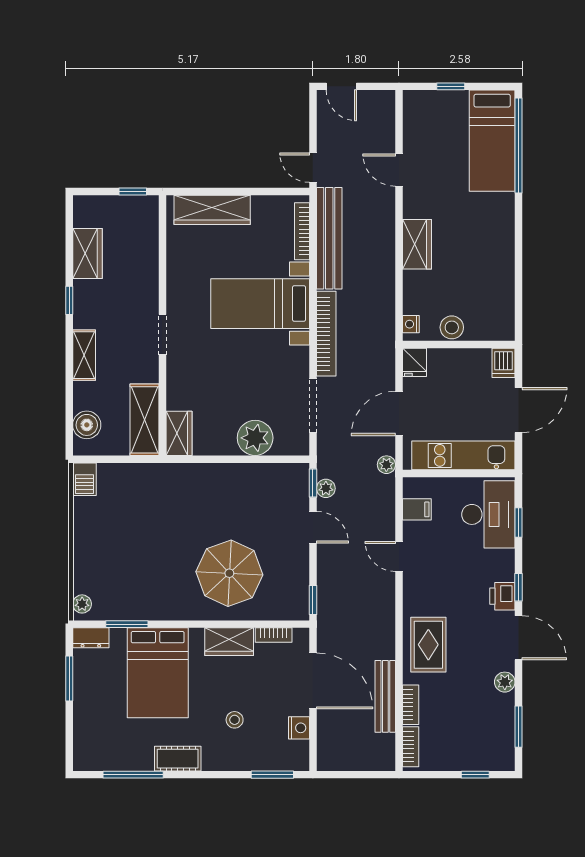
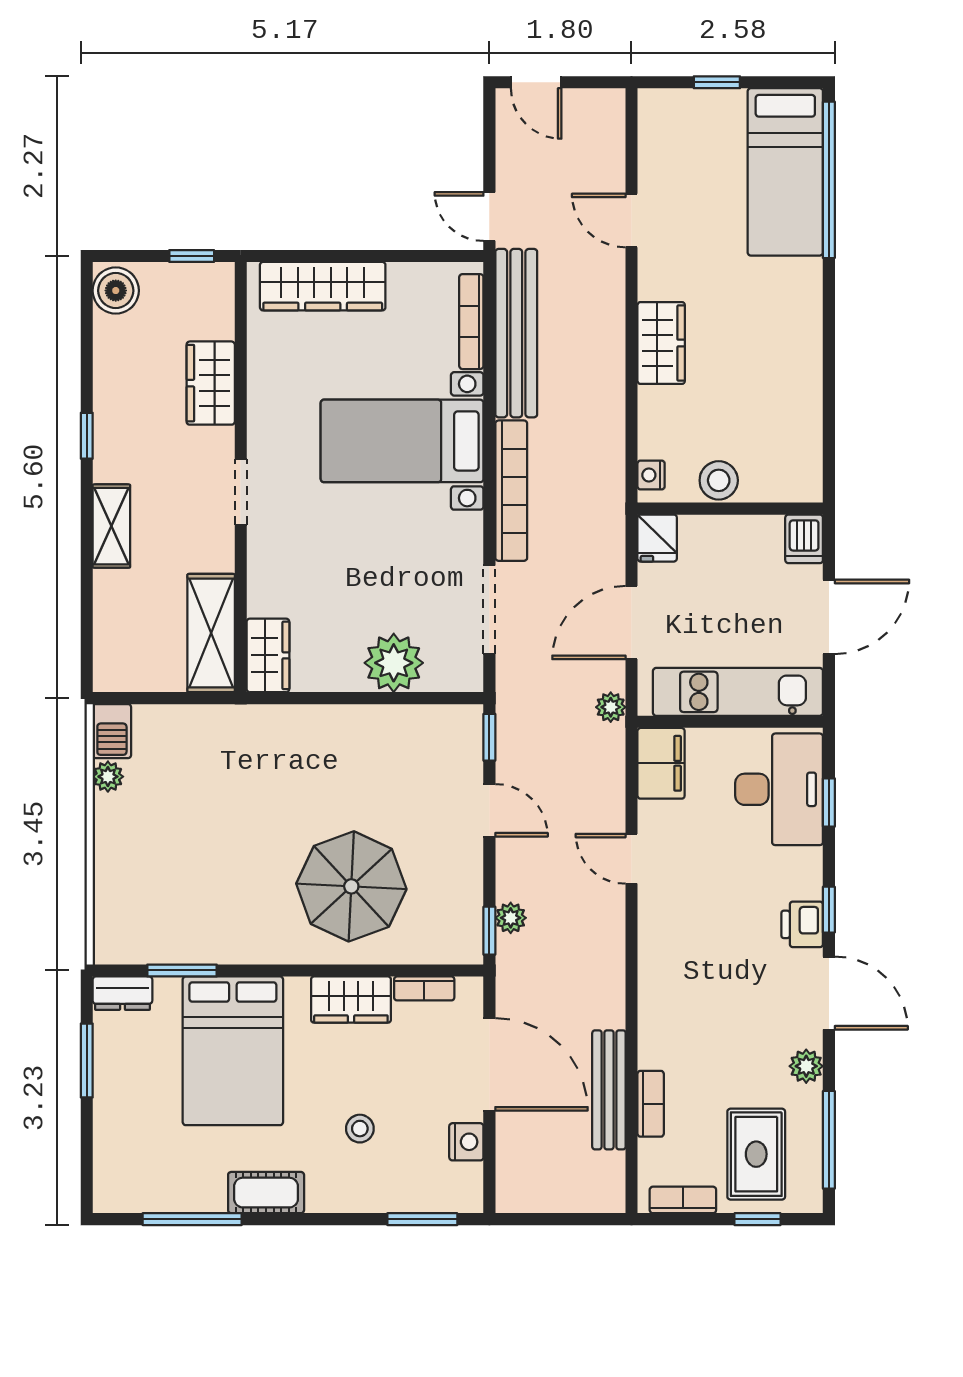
wardrobe: (87, 254) -> (211, 383), moved, turned 180
boiler: (87, 425) -> (116, 291), moved
plant: (326, 488) -> (511, 918), moved
filing cabinet: (417, 509) -> (661, 763), width x2.00
plant: (82, 604) -> (108, 777), moved
rug: (428, 645) -> (756, 1154), moved
window: (518, 727) -> (829, 1140), width x1.44
bookcase: (411, 747) -> (683, 1200), moved, turned -90

